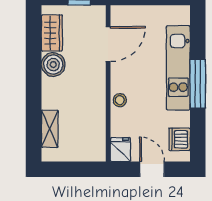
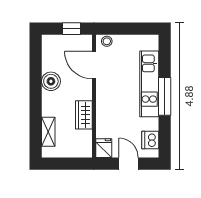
wardrobe: (52, 33) -> (84, 115), moved, turned 180
door: (108, 44) -> (94, 65), swing flipped
stool: (120, 100) -> (107, 41), moved

